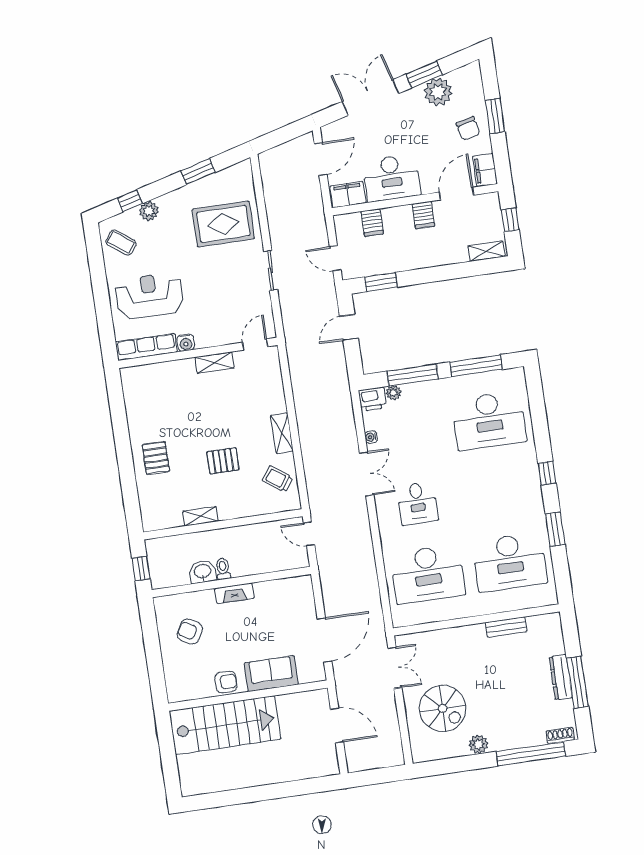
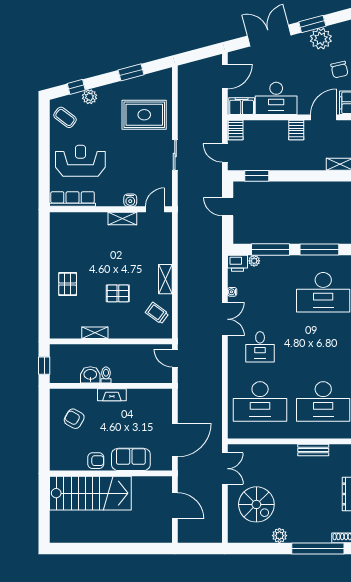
server rack: (372, 223) -> (236, 130), moved
door: (349, 327) -> (228, 207), hinge flipped
water cooler: (186, 343) -> (130, 200), moved

